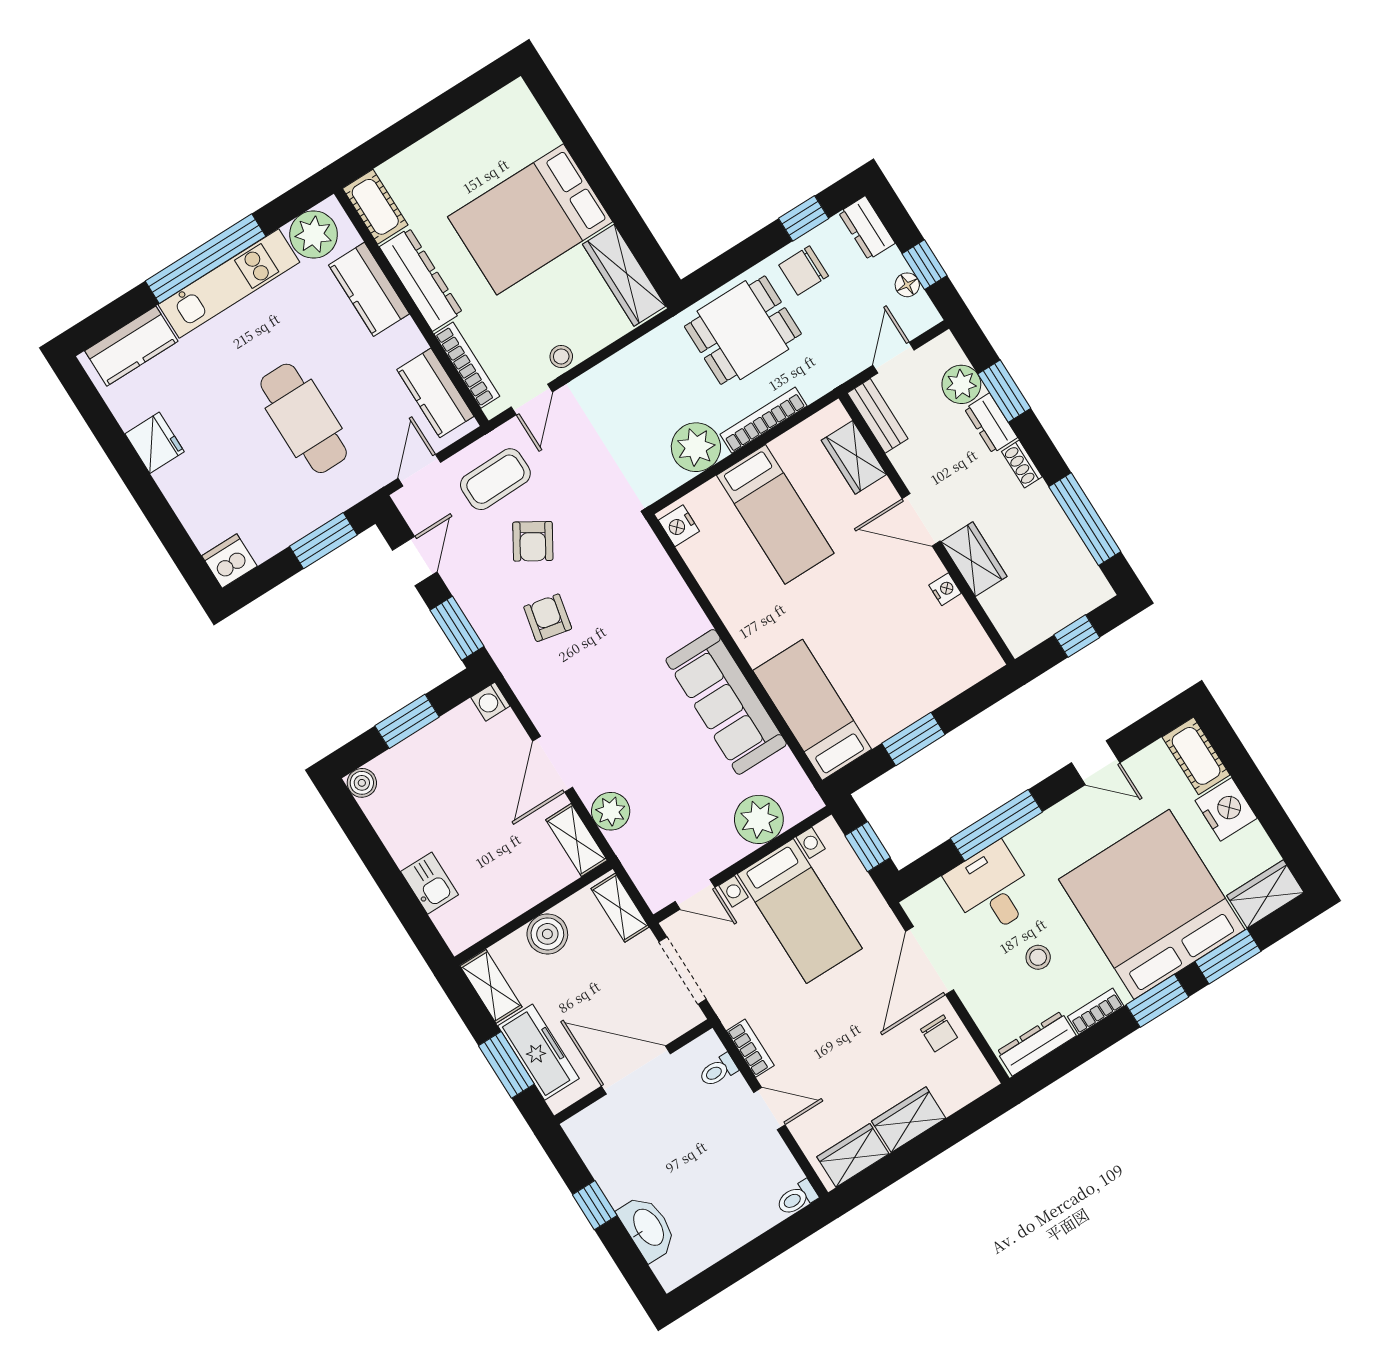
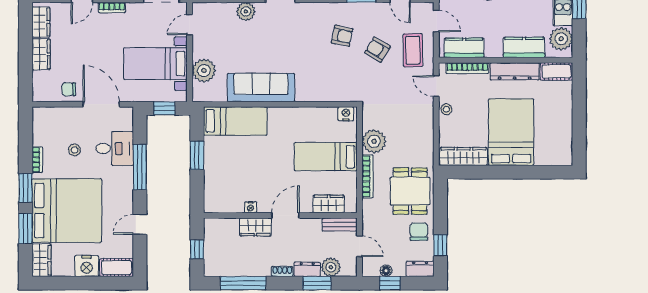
dresser: (1037, 1044) -> (39, 127), removed

